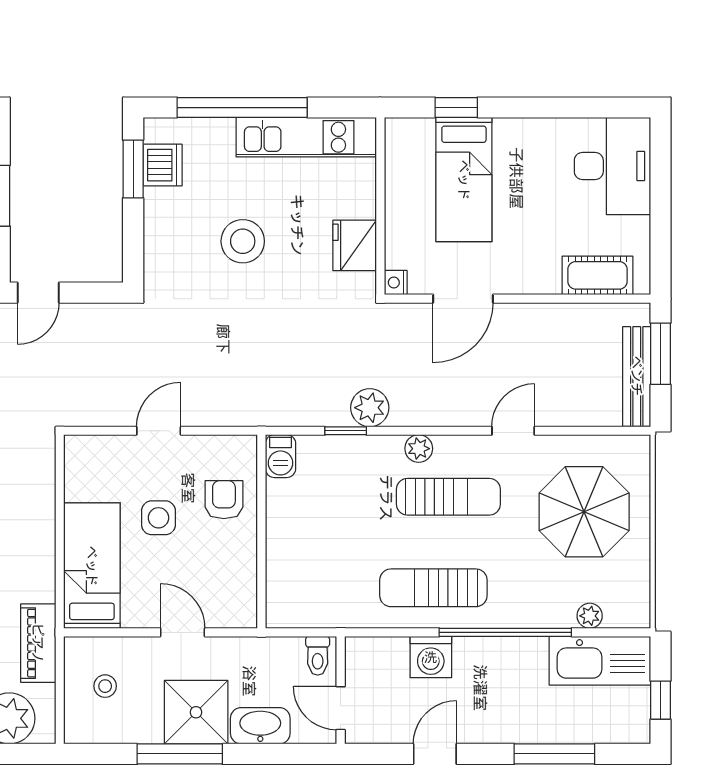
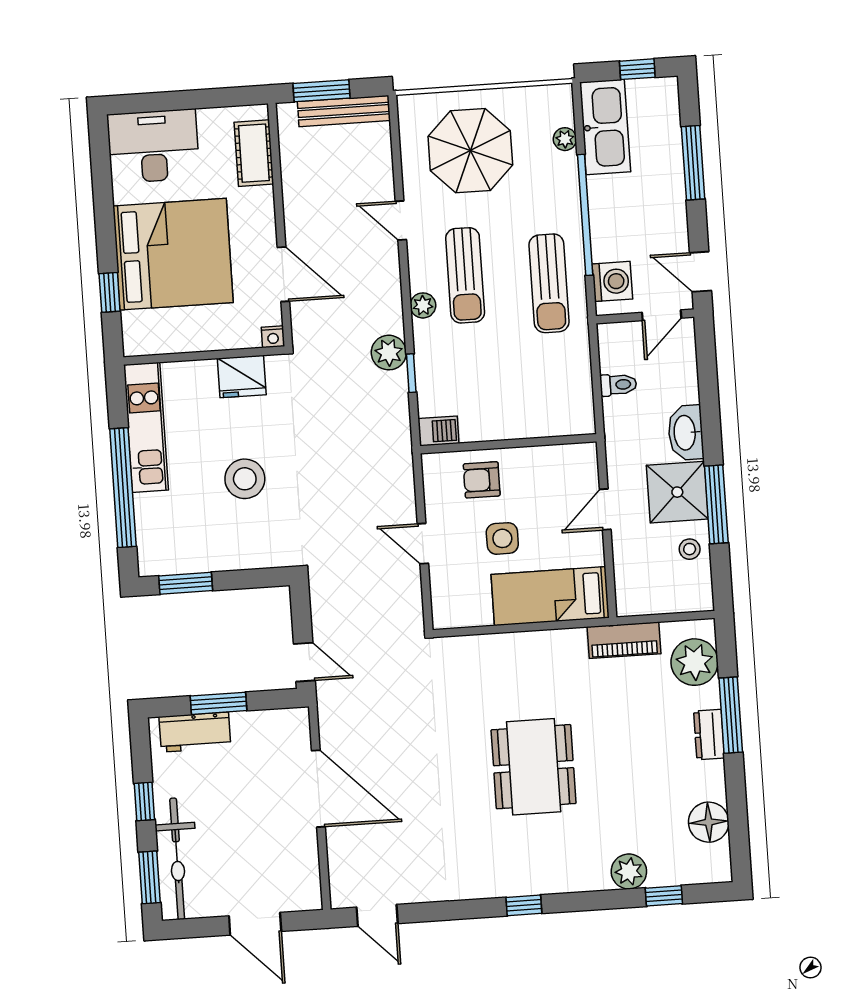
dishwasher: (163, 165) -> (180, 557), removed
bed: (464, 180) -> (173, 254), width x2.04
sun lounger: (448, 497) -> (465, 275), turned 180
stool: (105, 686) -> (690, 549), moved
wall: (341, 690) -> (645, 316), moved
door: (341, 708) -> (662, 315), moved

